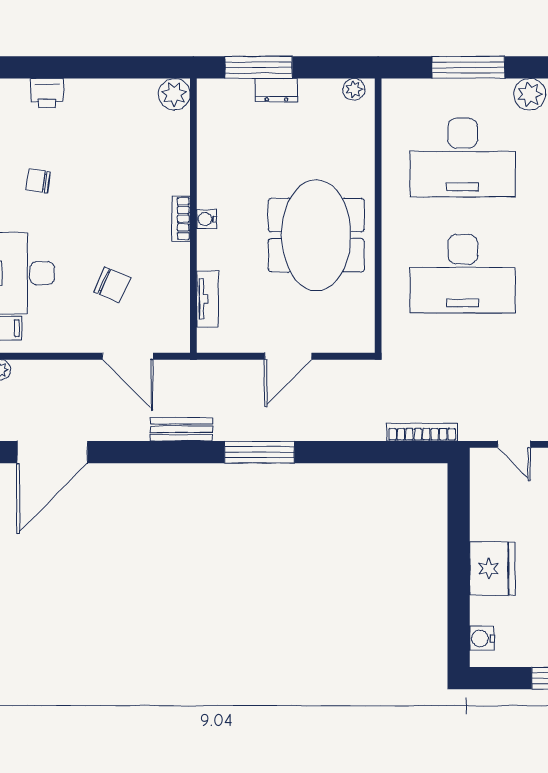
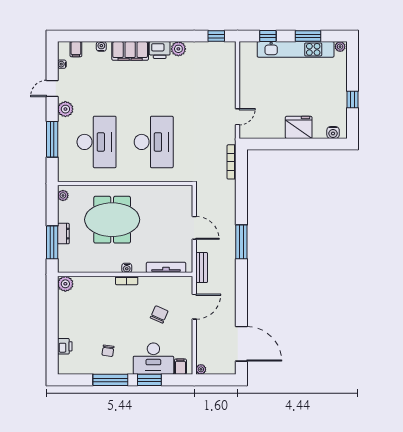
meeting table: (316, 235) -> (112, 220), moved
tv unit: (208, 299) -> (166, 267), width x1.41
bench: (181, 429) -> (202, 268), moved

